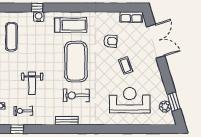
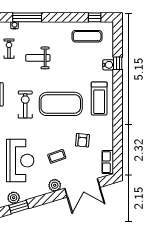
plant: (153, 67) -> (55, 185), added

